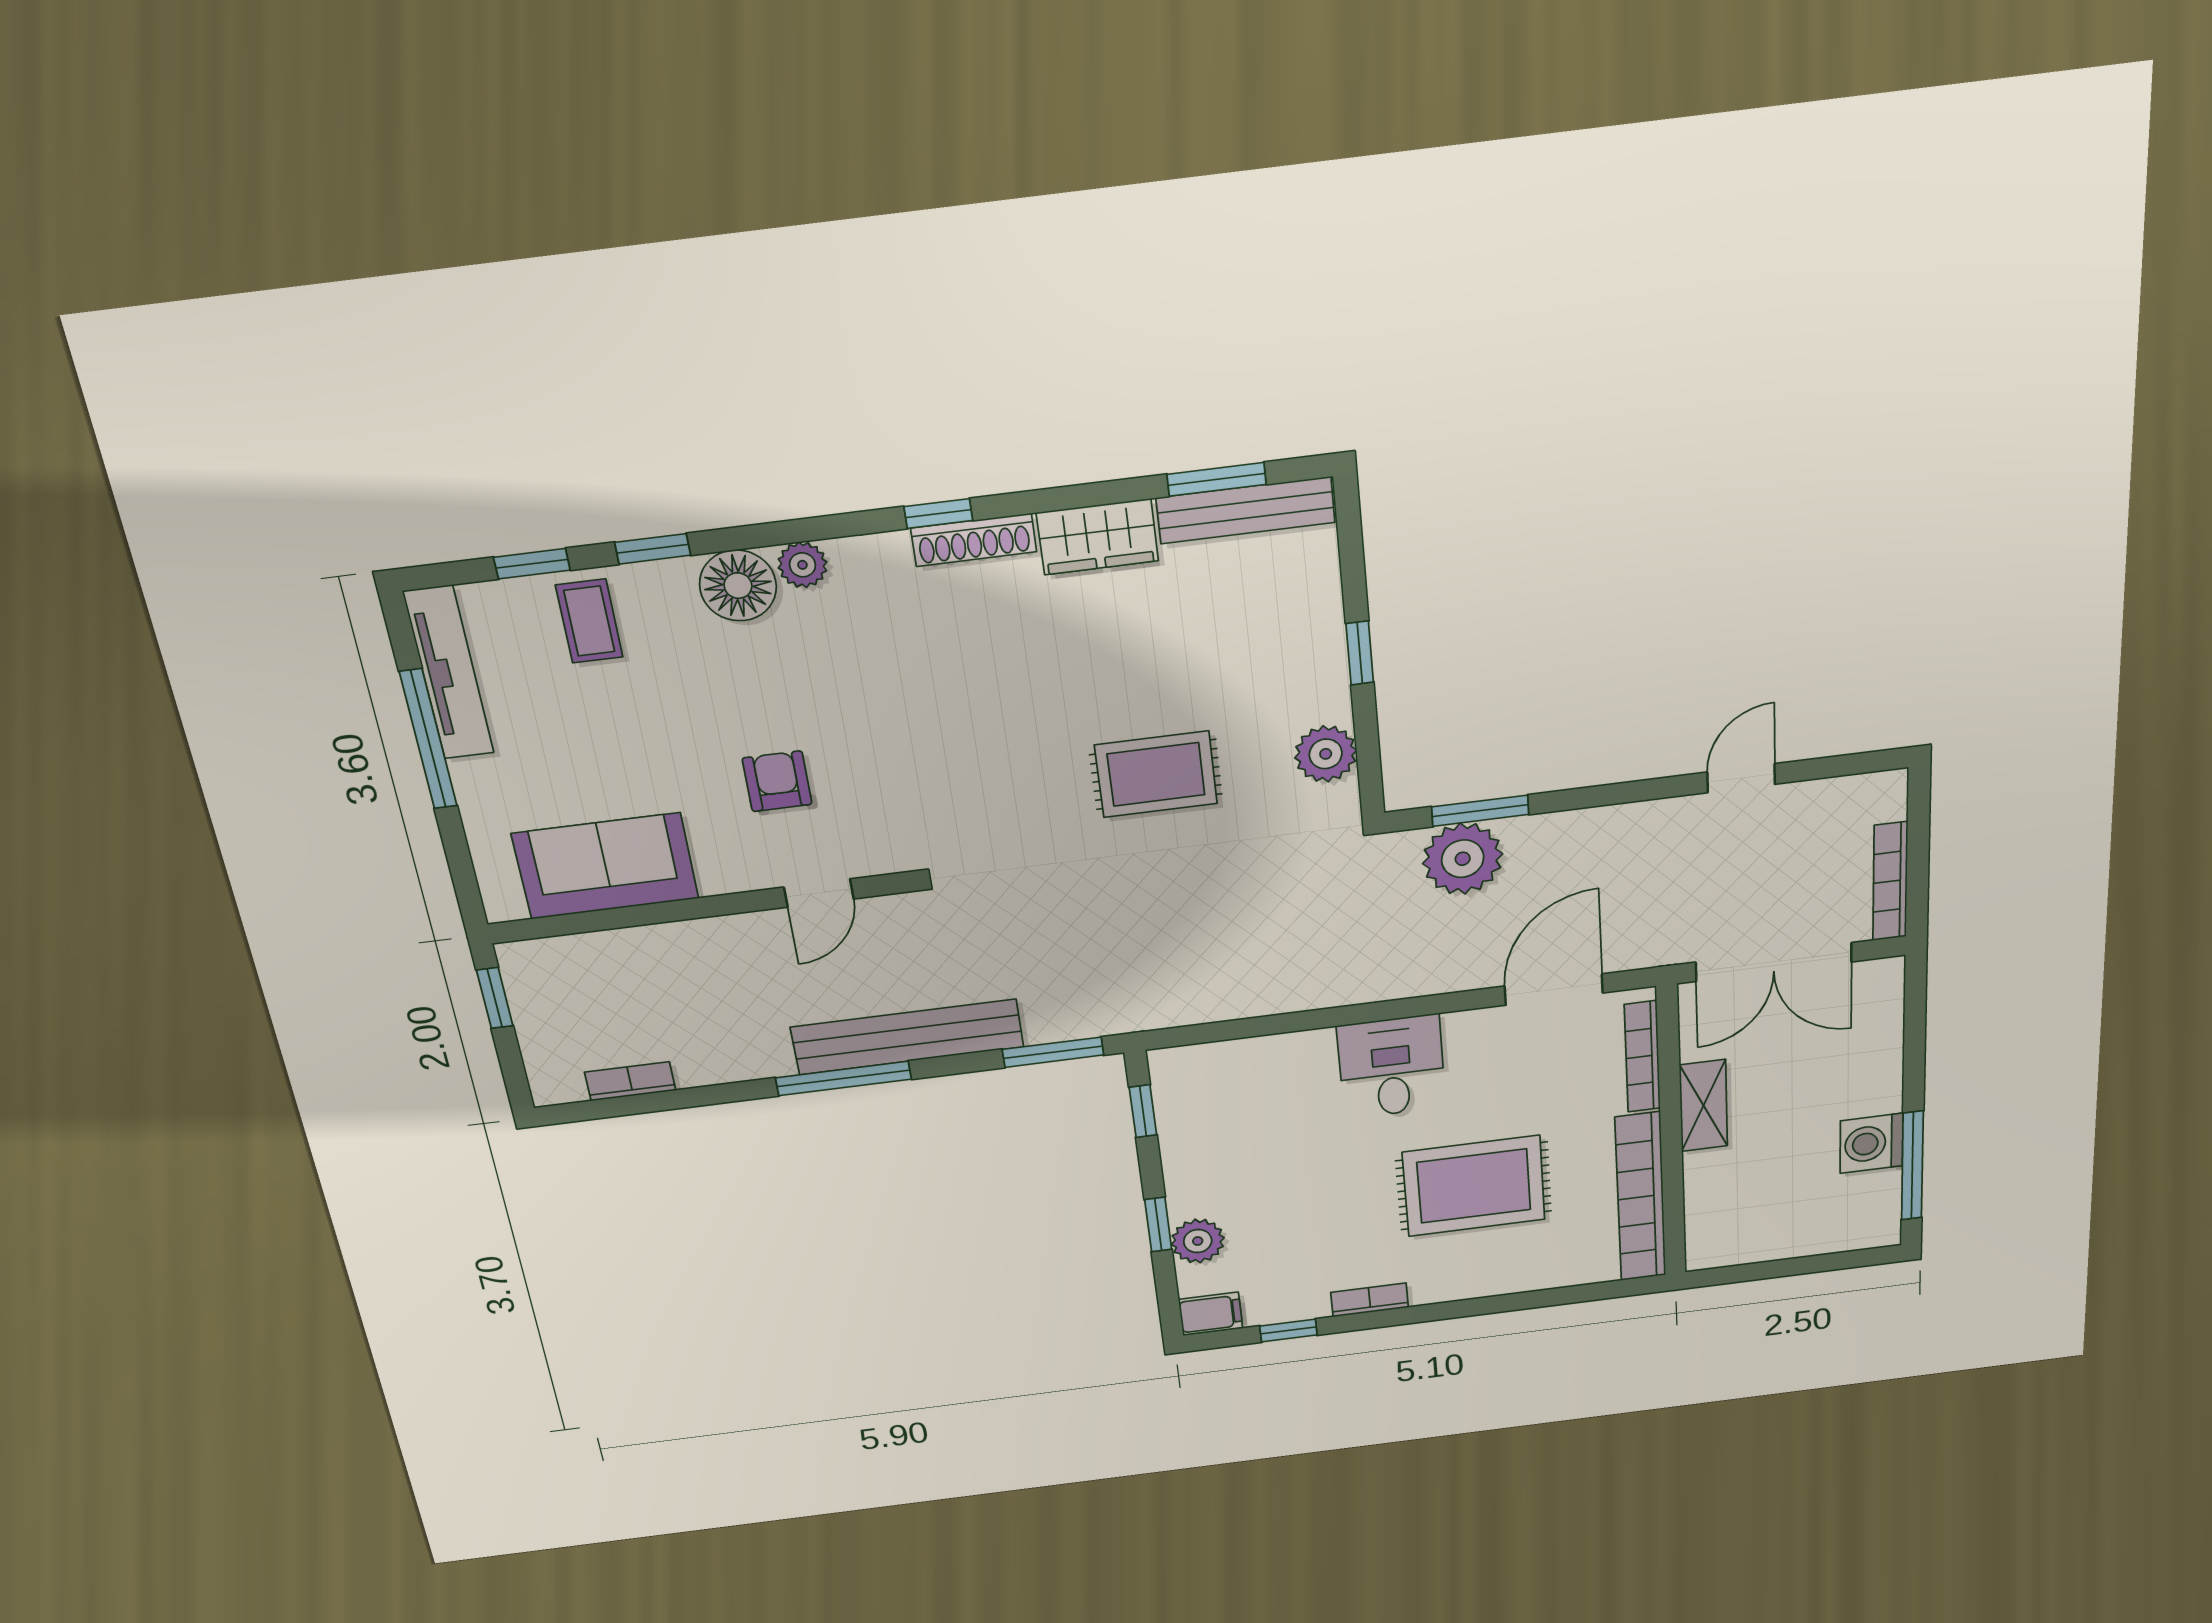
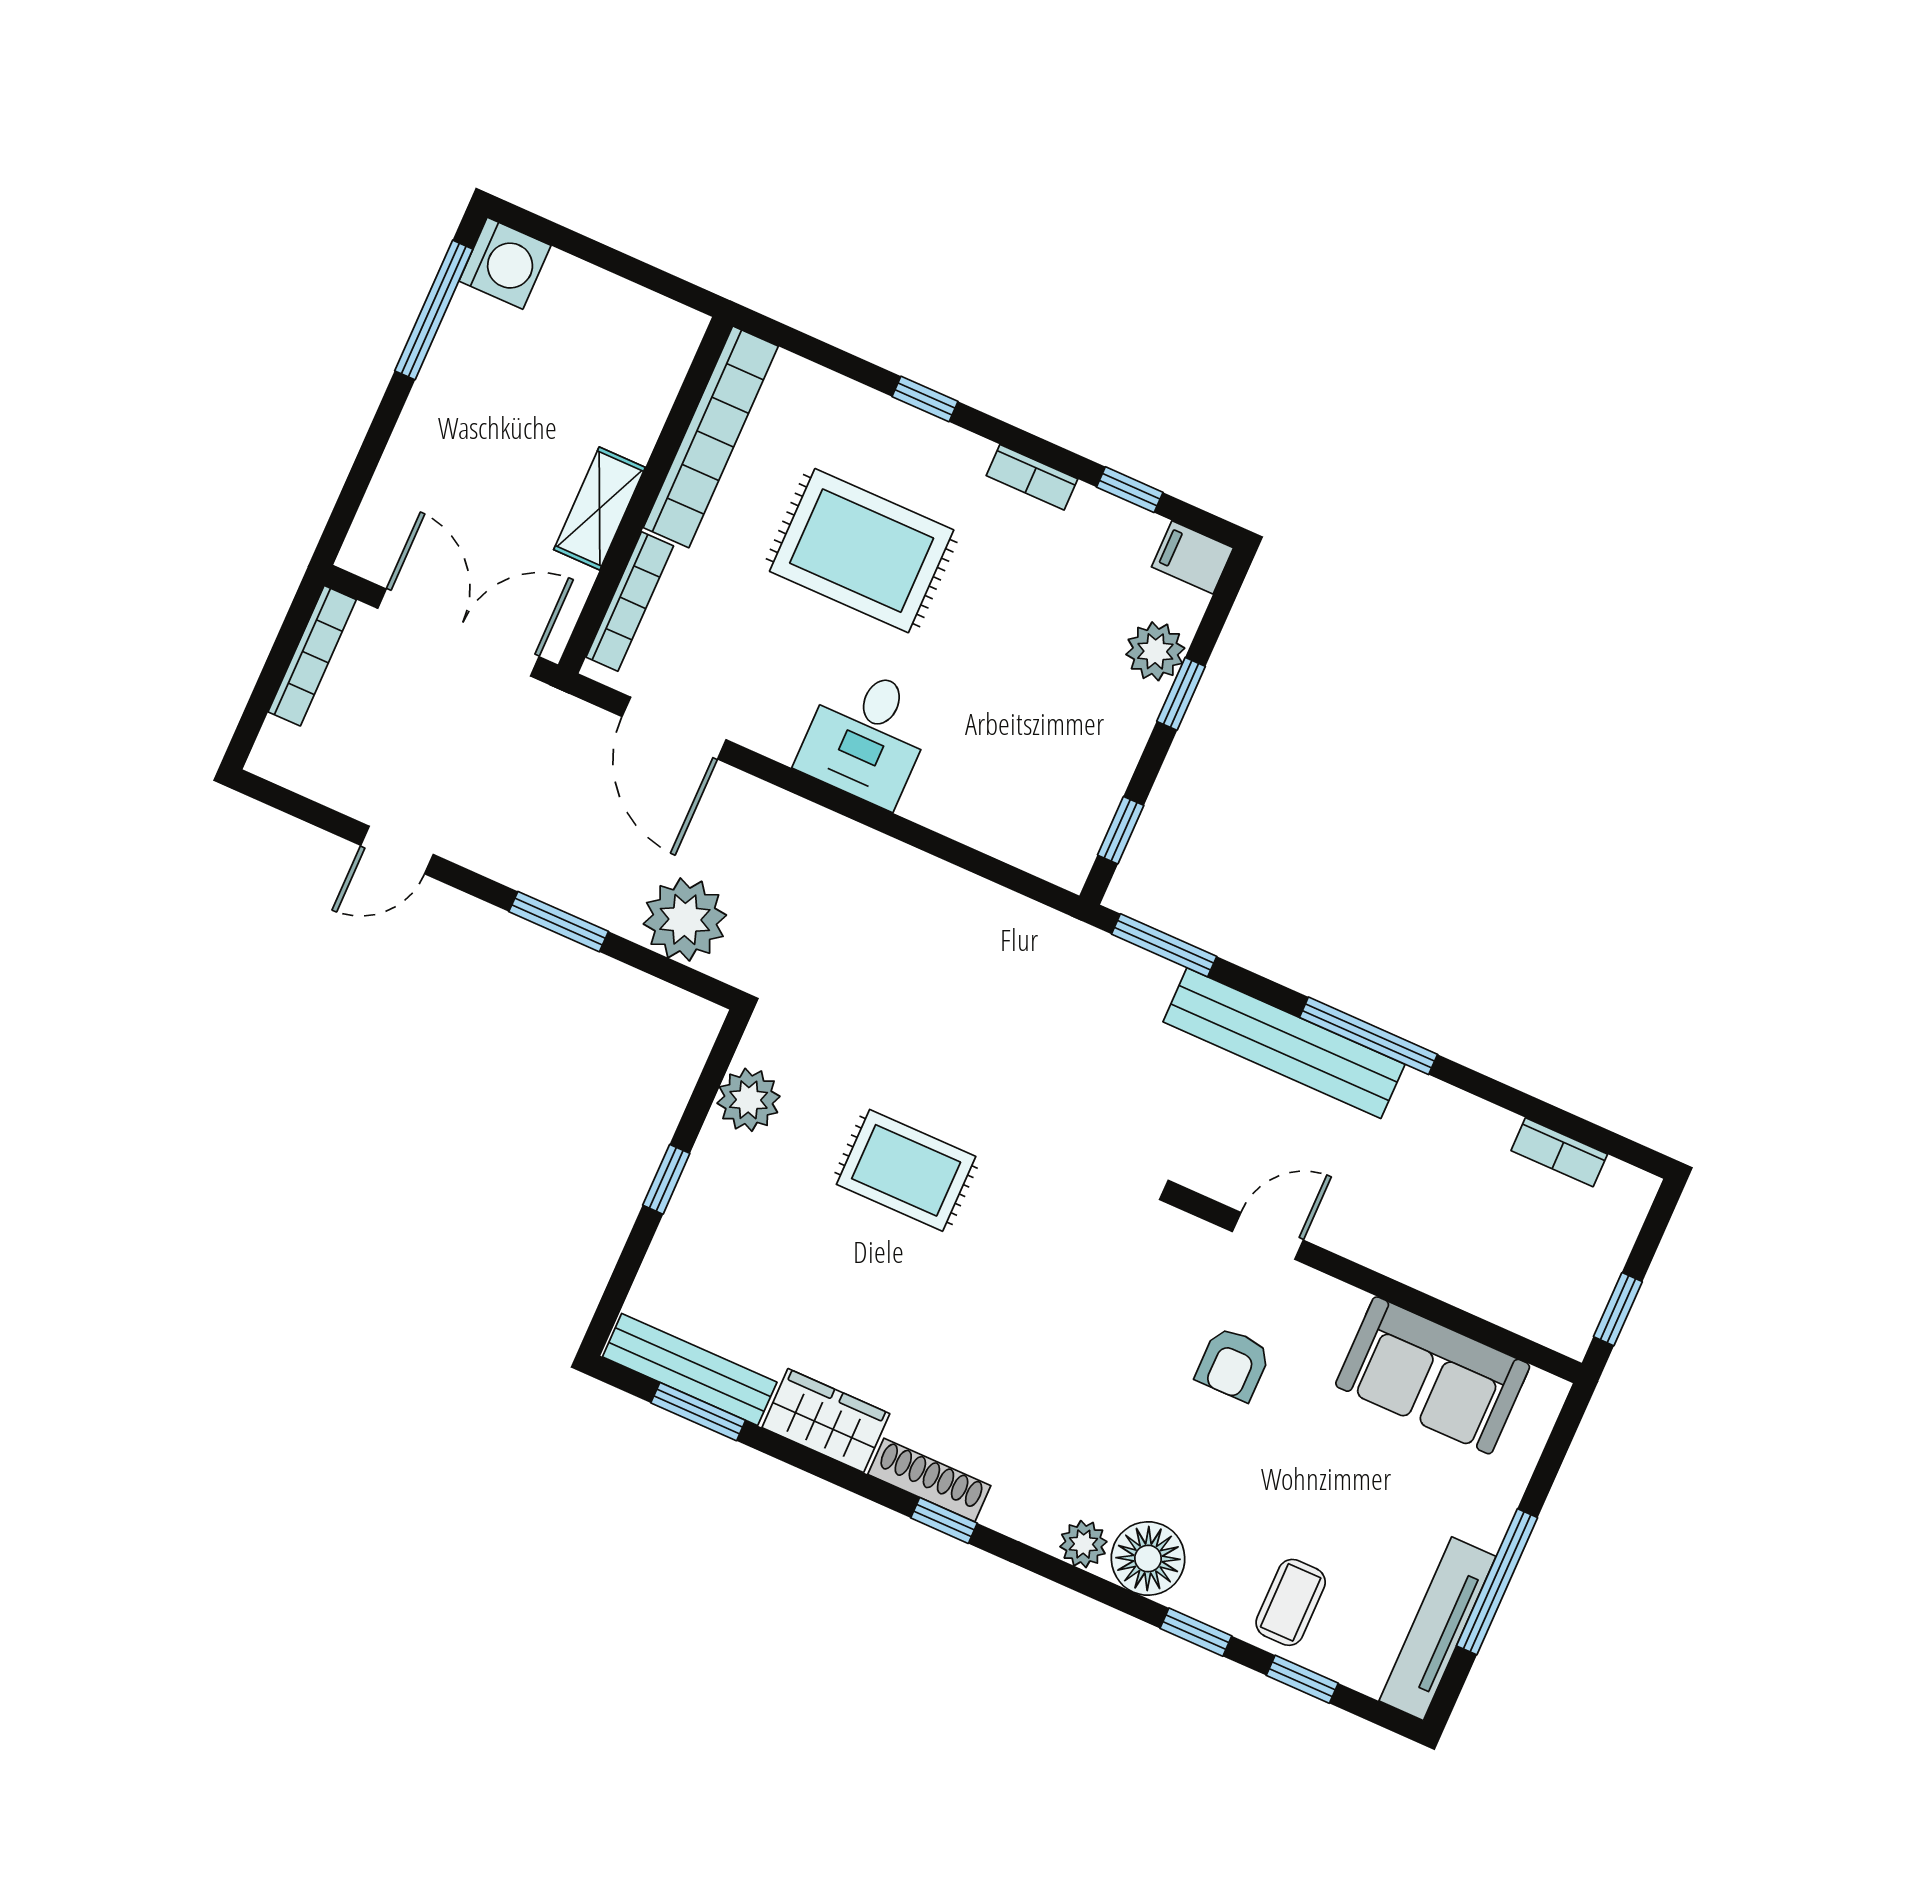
window: (1480, 811) -> (559, 922), moved
door: (1554, 990) -> (674, 728), hinge flipped
washing machine: (1871, 1143) -> (505, 263), moved
window: (1485, 1306) -> (925, 399), added

